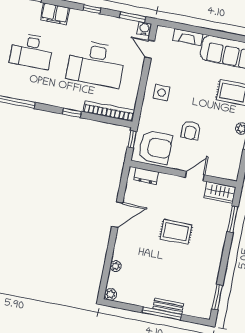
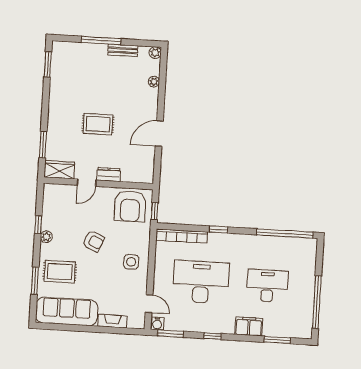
armchair: (191, 130) -> (94, 241), moved, turned 114
armchair: (155, 147) -> (130, 206), turned -90
dresser: (146, 176) -> (109, 175), moved
bench: (168, 306) -> (123, 50), moved

